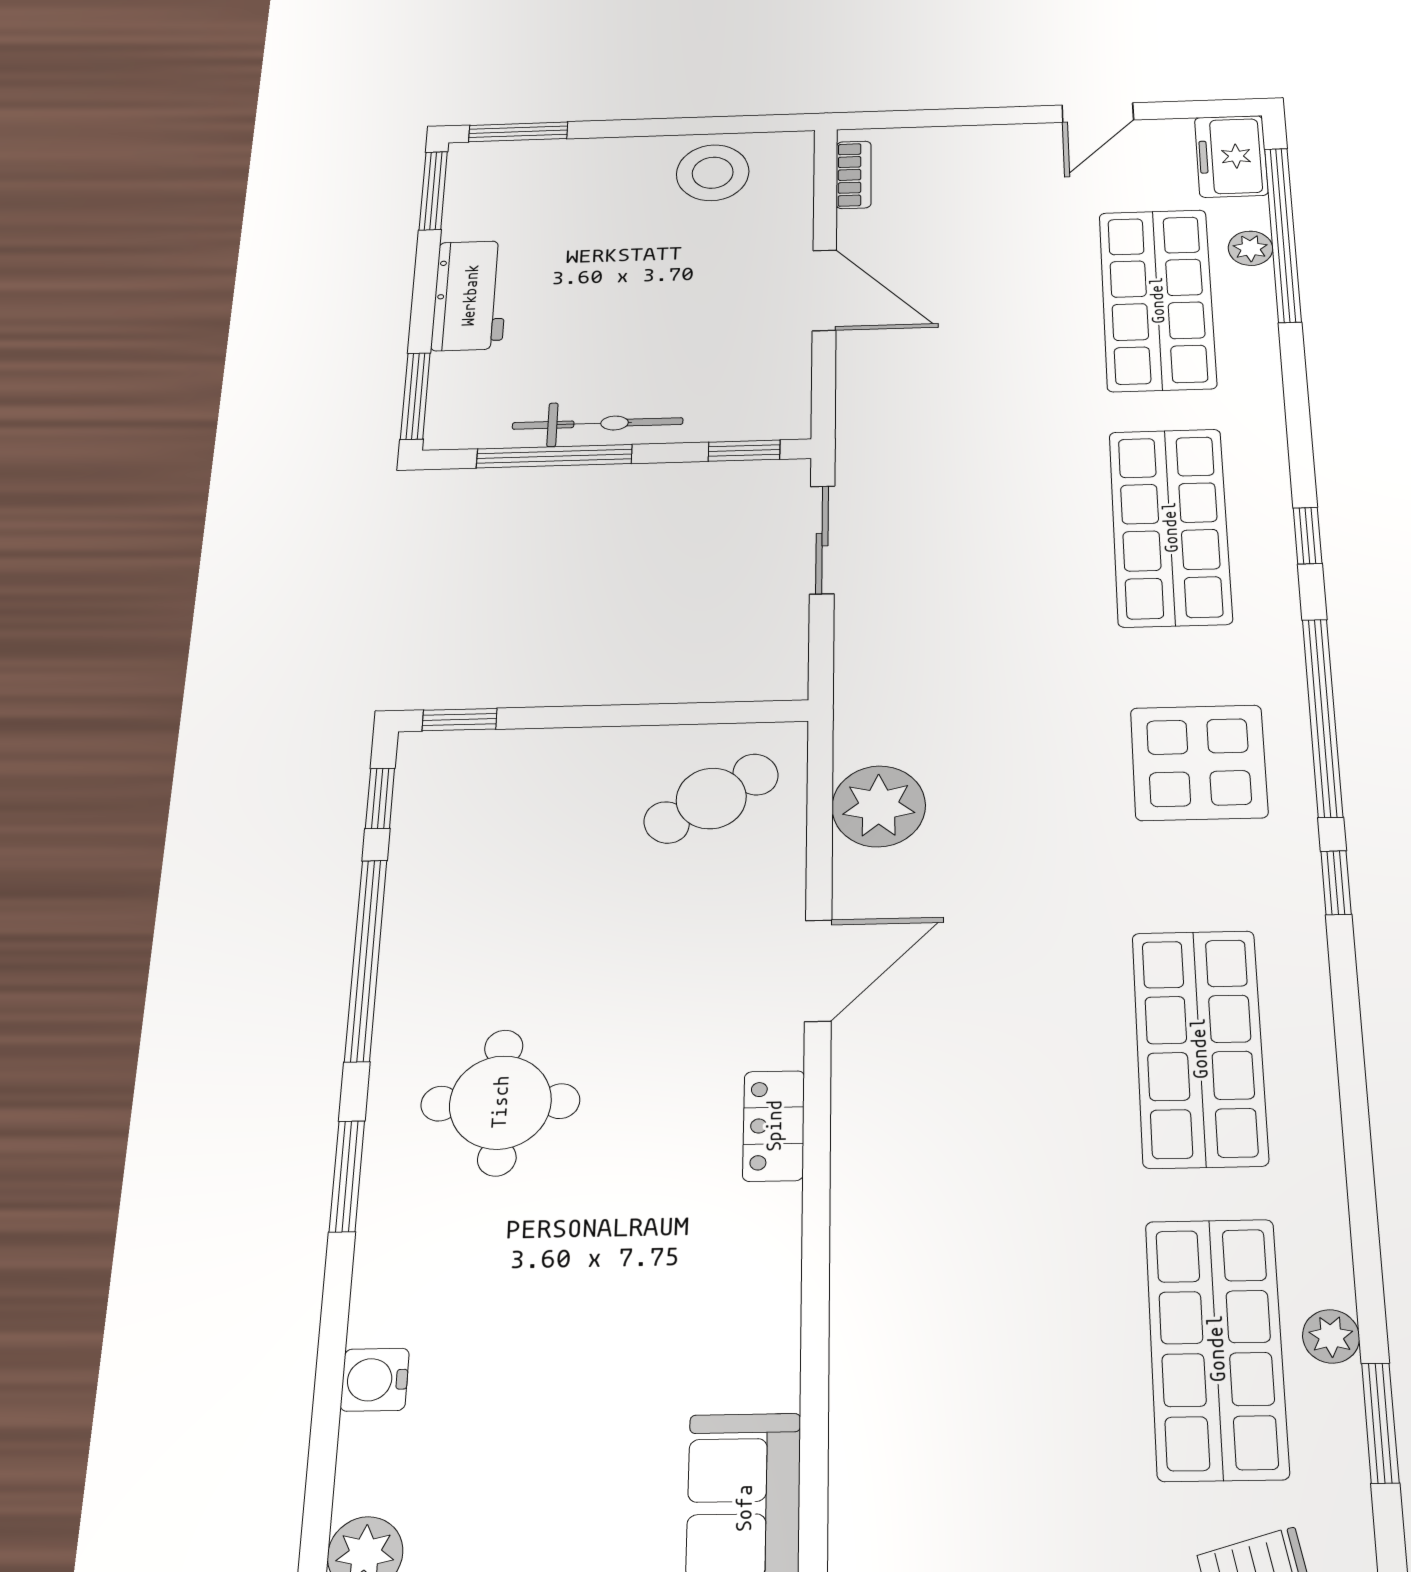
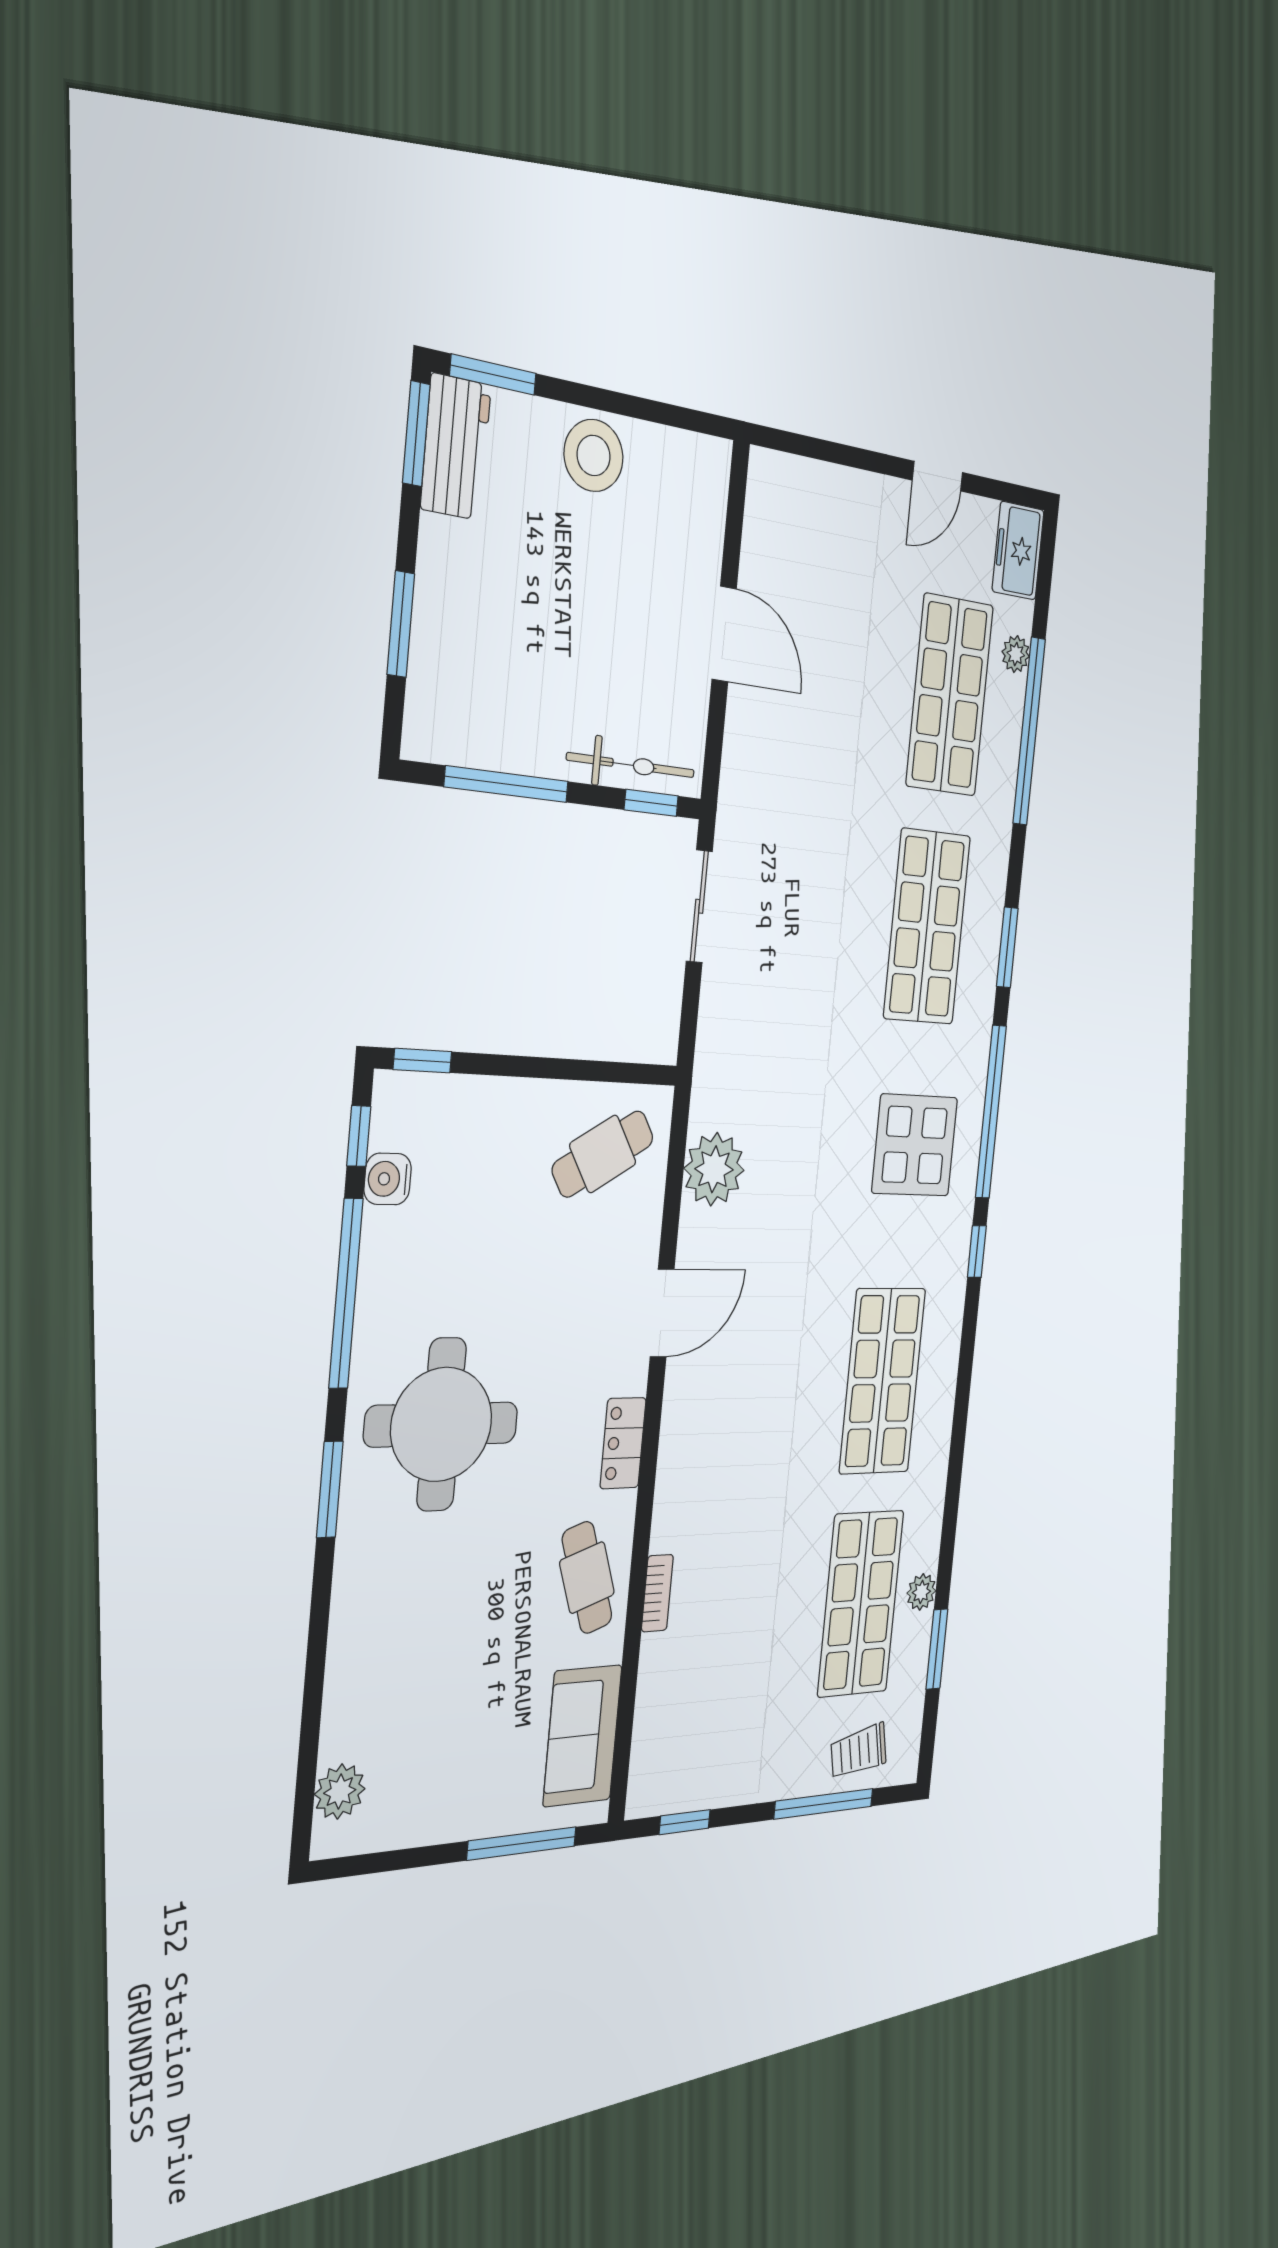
stool: (713, 173) -> (594, 455), moved
bookcase: (854, 175) -> (657, 1593), moved
window: (1283, 234) -> (1029, 731), moved
workbench: (470, 295) -> (456, 447), moved
window: (415, 396) -> (401, 624), moved
bicycle: (598, 424) -> (631, 765), moved
window: (1308, 536) -> (1007, 947), width x1.50
round table: (500, 1102) -> (441, 1424), width x1.36, depth x1.36
cafe table: (732, 1294) -> (587, 1578), added
water cooler: (375, 1380) -> (388, 1179), moved

